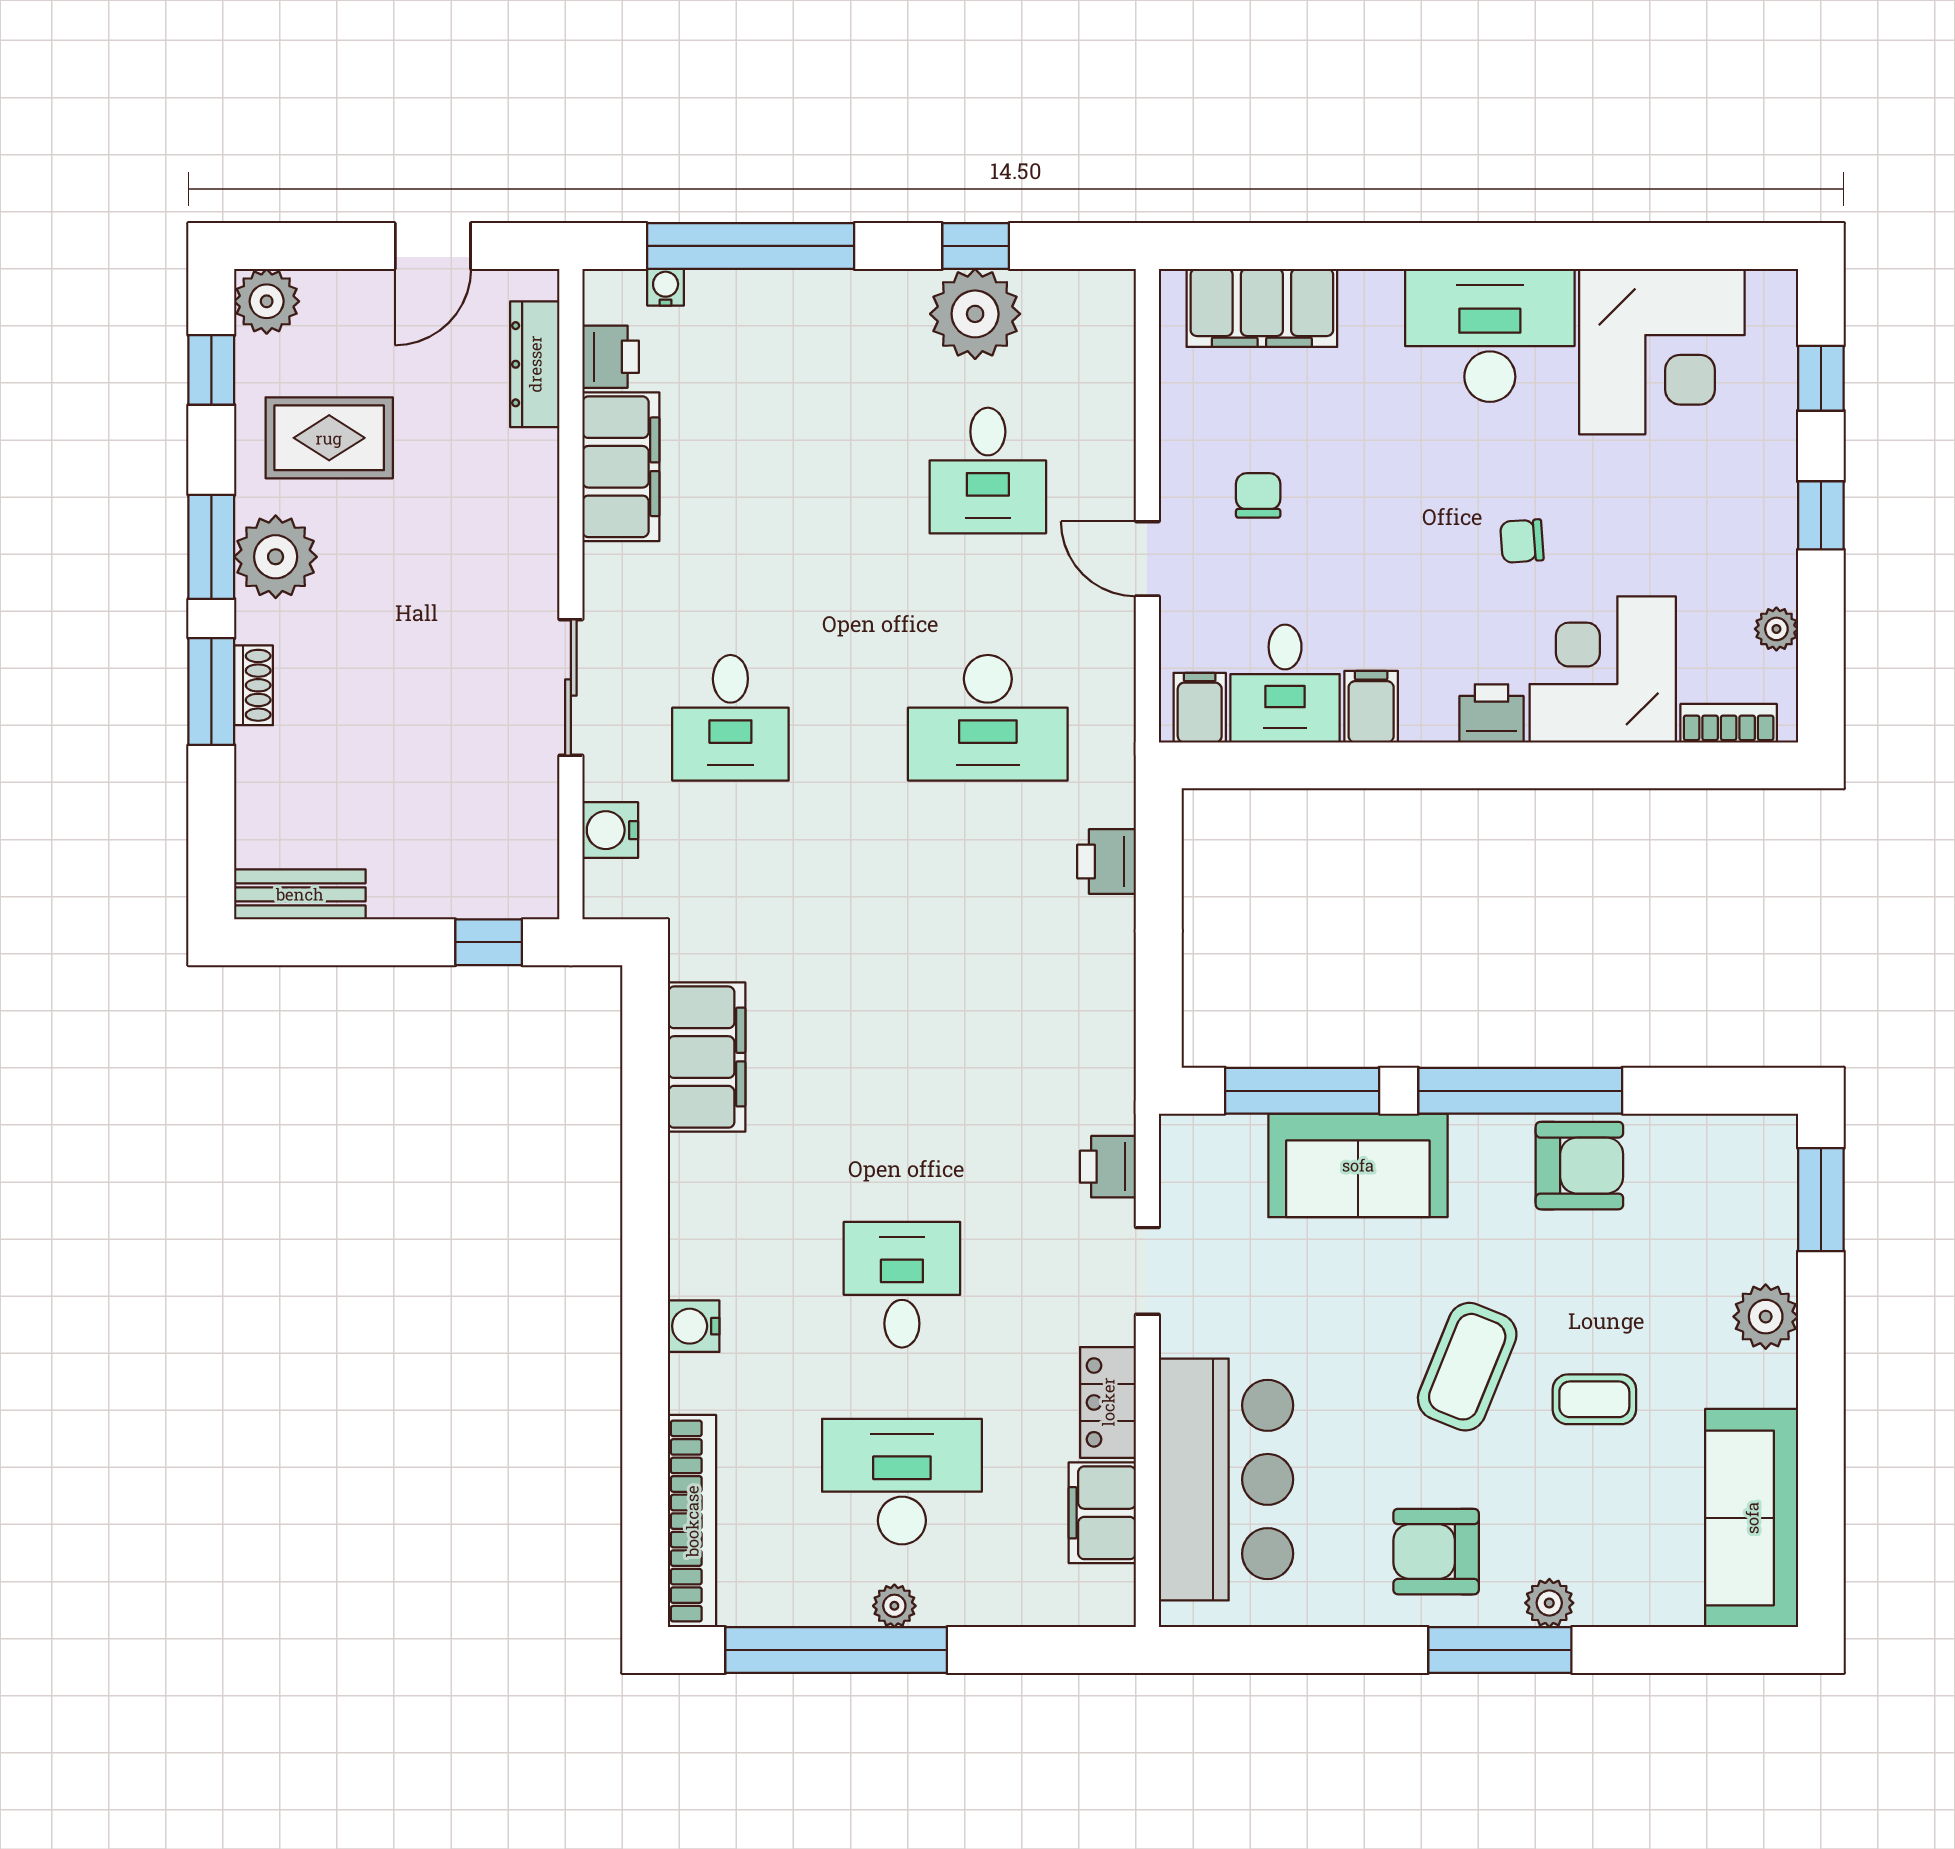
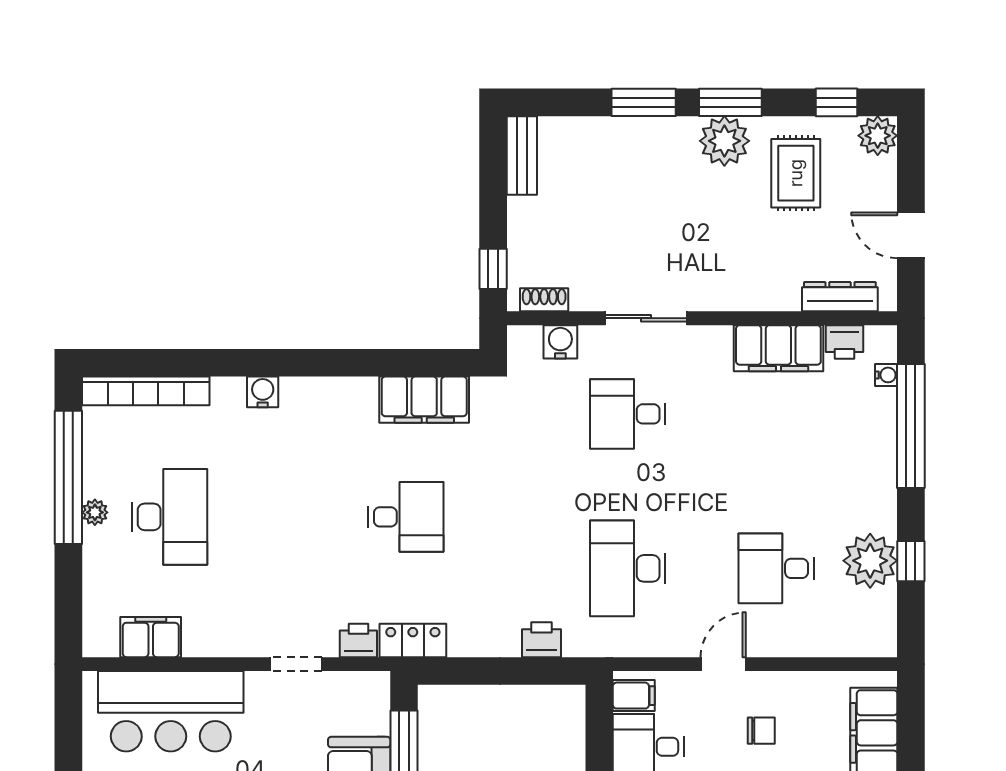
shoe rack: (254, 685) -> (544, 300), moved, turned 180
desk: (902, 1285) -> (406, 517), moved
locker: (1108, 1402) -> (413, 641), moved

